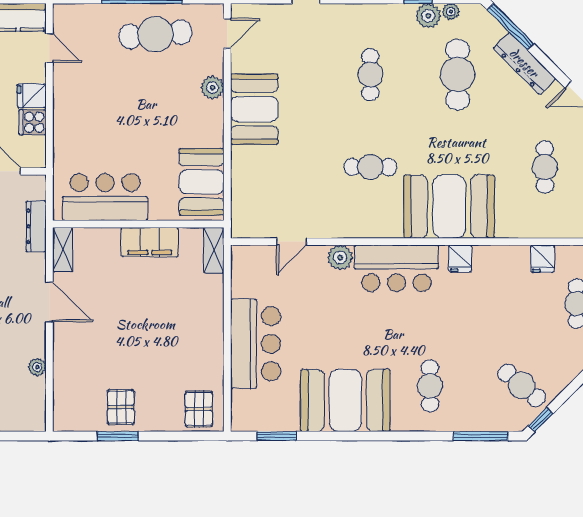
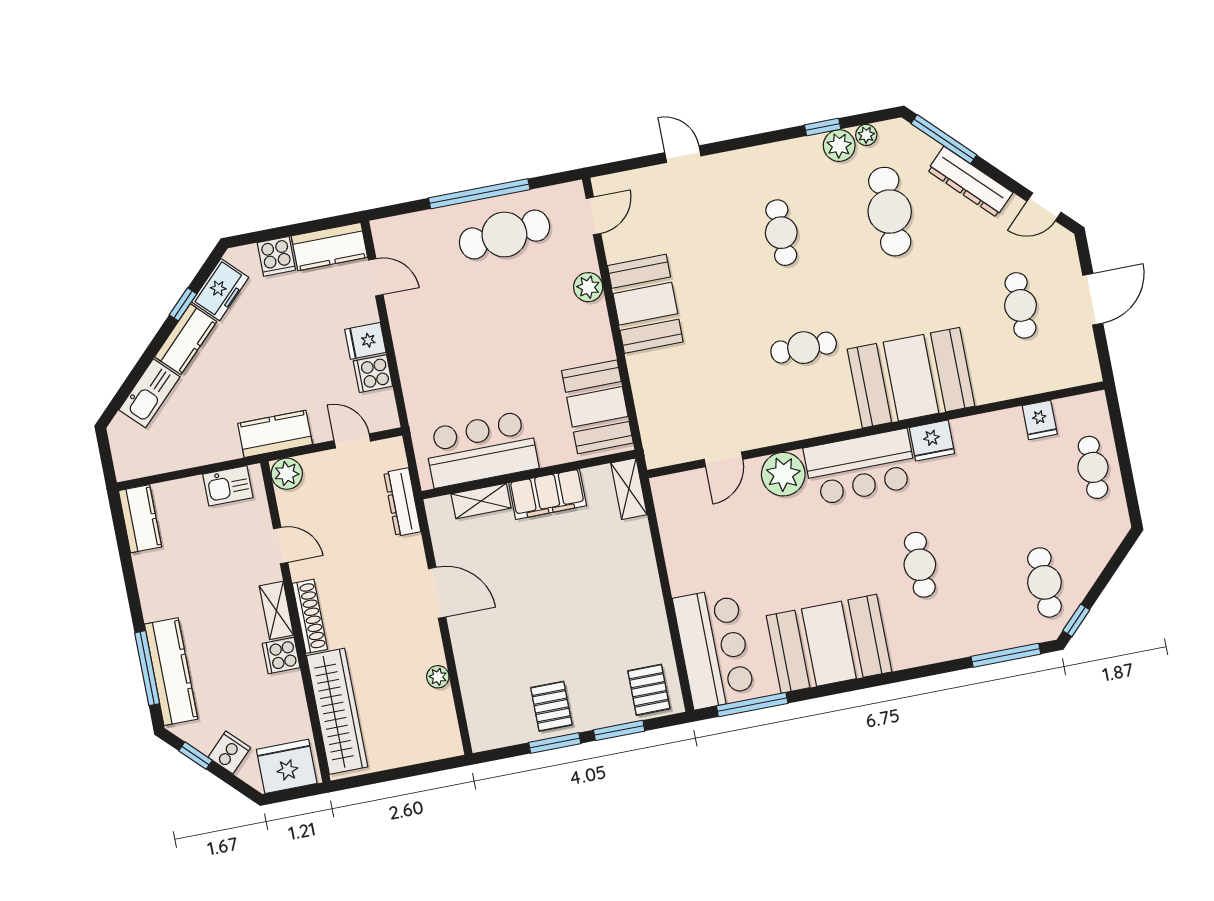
shelving: (63, 250) -> (481, 501), moved, turned 90
plant: (340, 258) -> (783, 474), width x1.36, depth x1.36
fridge: (460, 258) -> (932, 441), width x1.38
bar counter: (256, 344) -> (714, 648), moved
cafe table: (522, 385) -> (1044, 582), turned 49
cafe table: (430, 386) -> (920, 565), moved
window: (170, 436) -> (619, 730), added
window: (277, 436) -> (752, 705), width x1.44

